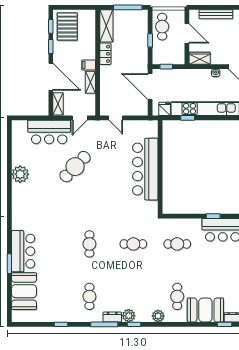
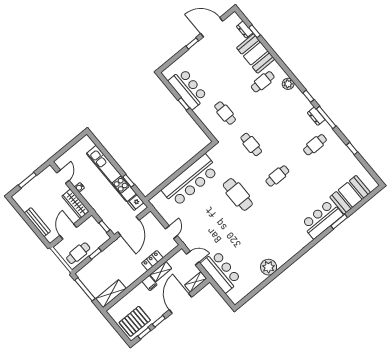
locker: (105, 54) -> (152, 261), moved
wardrobe: (200, 58) -> (75, 204), width x1.50
cafe table: (75, 167) -> (238, 194), moved, turned 46
plant: (129, 316) -> (305, 105), removed

